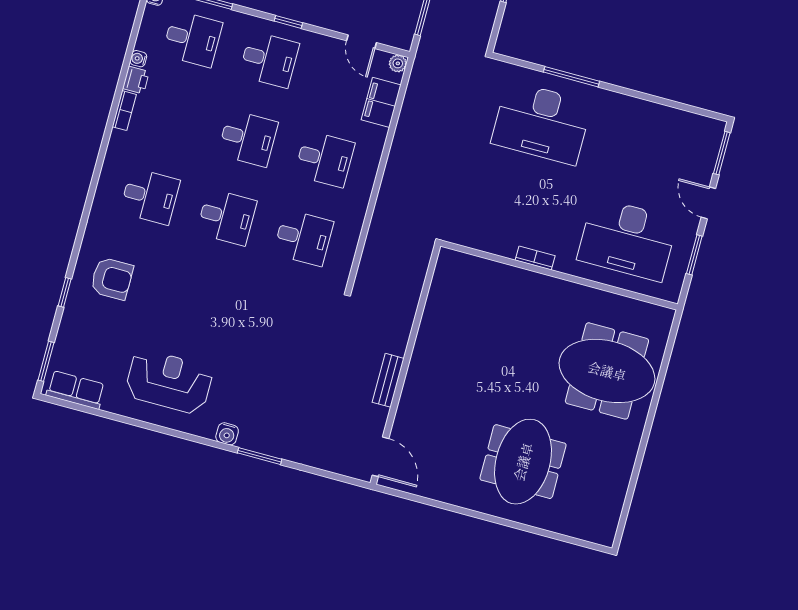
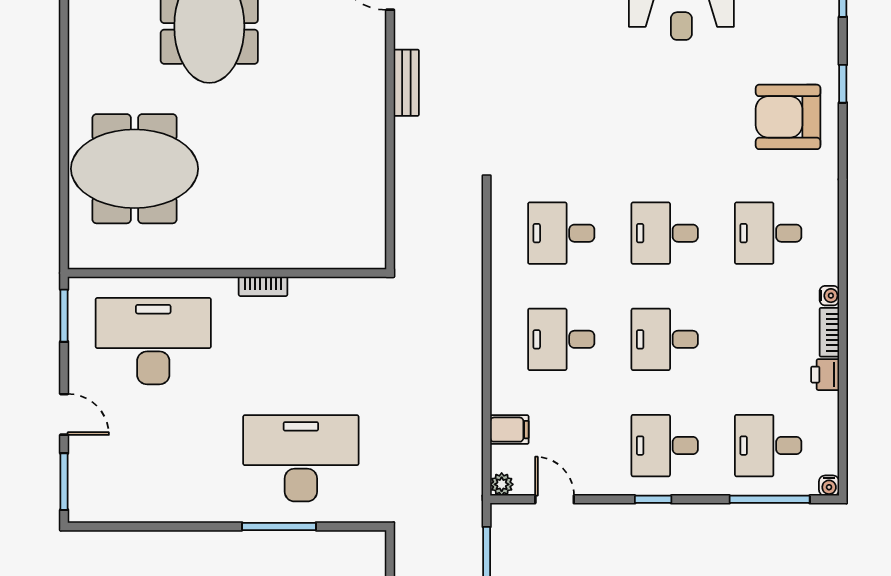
water cooler: (138, 59) -> (829, 296), moved
filing cabinet: (381, 102) -> (509, 430), width x0.50
window: (694, 255) -> (64, 316), moved
armchair: (112, 279) -> (788, 117), width x1.36, depth x1.36

